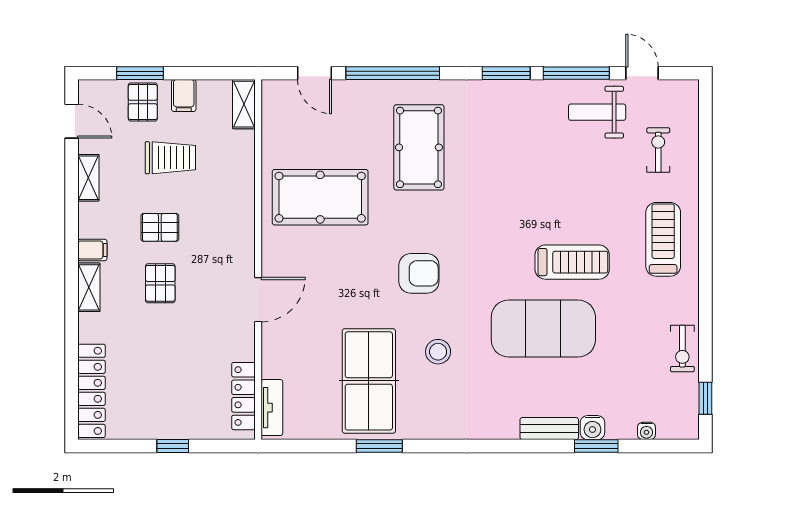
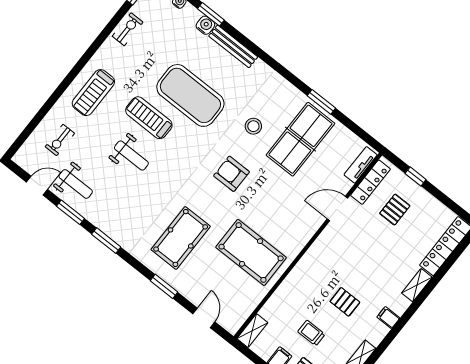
window: (393, 73) -> (164, 286), width x0.47
window: (576, 73) -> (71, 212), width x0.69
door: (642, 73) -> (37, 186), swing flipped
trolley: (170, 158) -> (311, 333), width x0.73, depth x0.72
weight bench: (557, 200) -> (131, 156), added
pallet: (160, 283) -> (395, 210), moved
shelving: (89, 287) -> (417, 285), moved
door: (258, 300) -> (337, 209), moved
bench: (549, 429) -> (233, 46), width x1.36
window: (173, 446) -> (416, 176), moved

